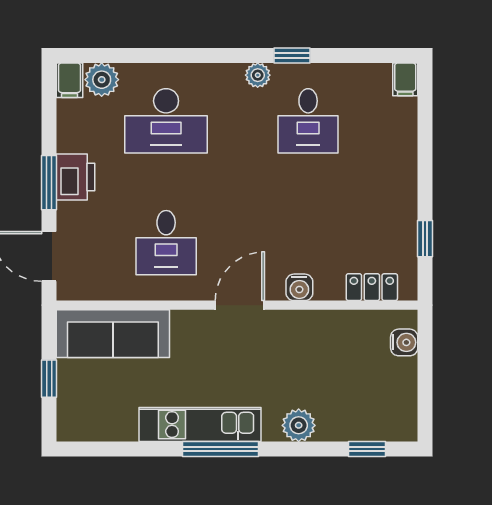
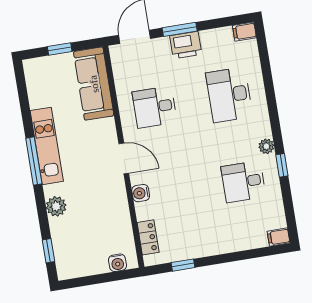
plant: (102, 80) -> (248, 51), removed

